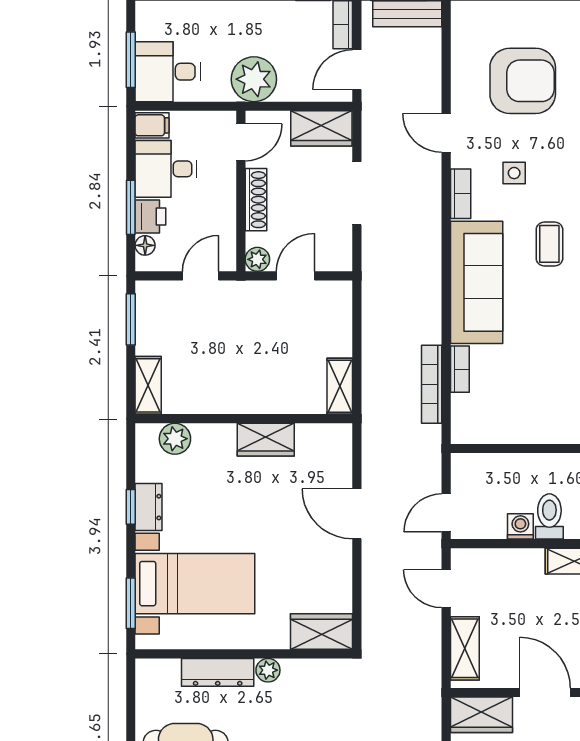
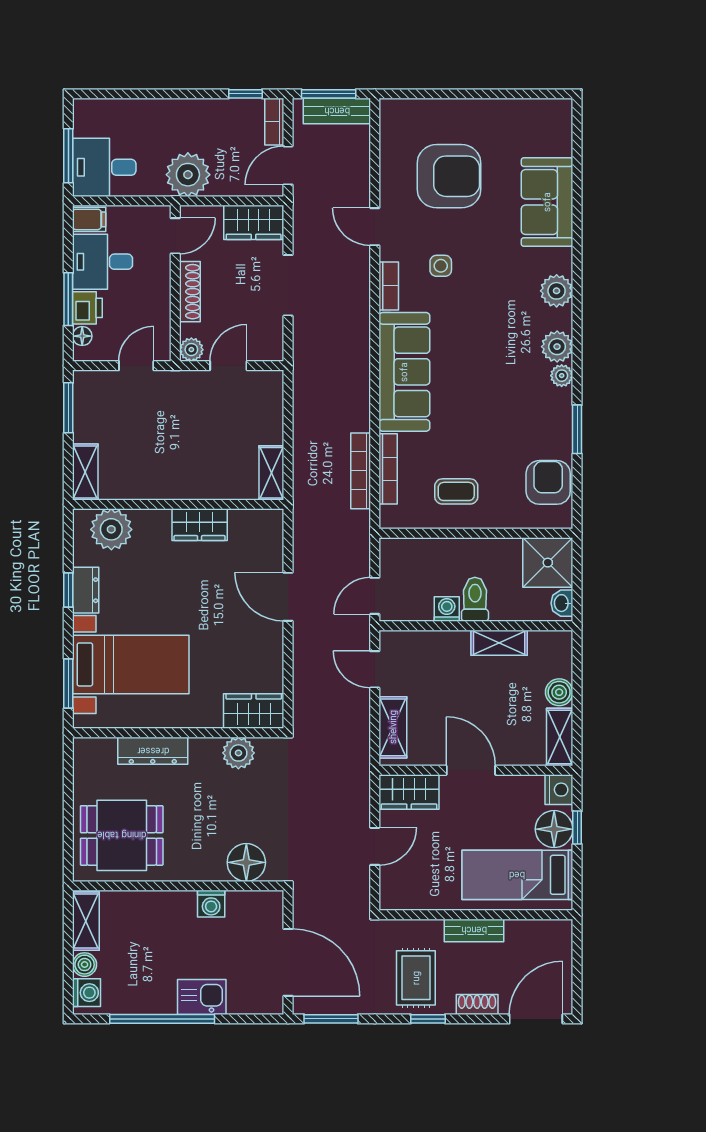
coffee table: (549, 244) -> (456, 491), moved, turned 90
bookcase: (460, 369) -> (388, 469), width x1.56
plant: (175, 439) -> (111, 529), width x1.36, depth x1.36
plant: (268, 670) -> (238, 753), moved, width x1.38, depth x1.38

